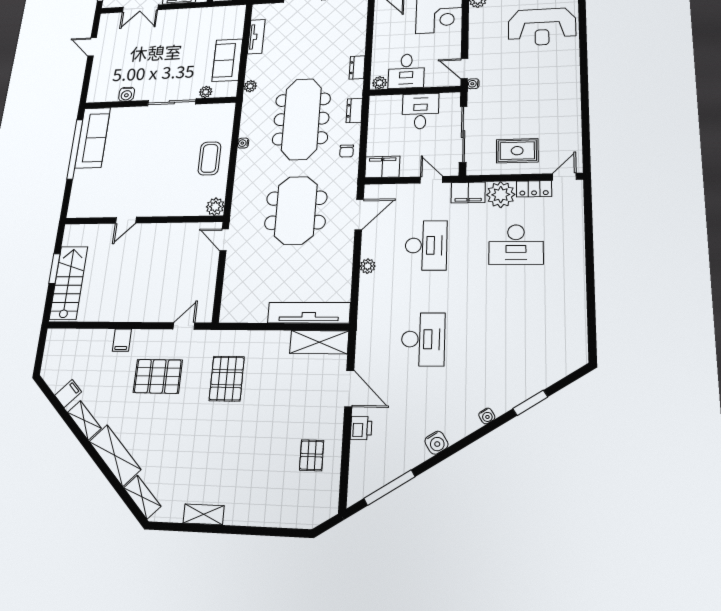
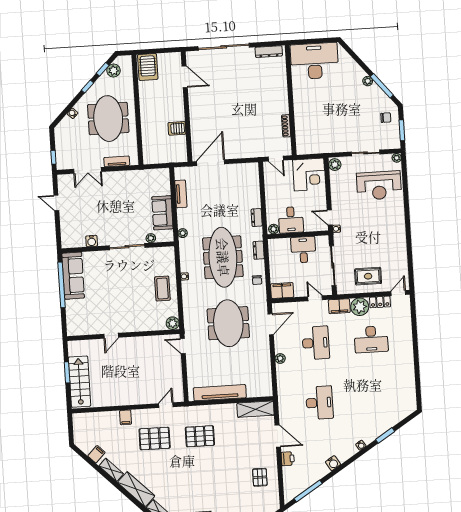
tv unit: (309, 313) -> (220, 393), moved
pallet: (227, 379) -> (200, 436), turned 90

